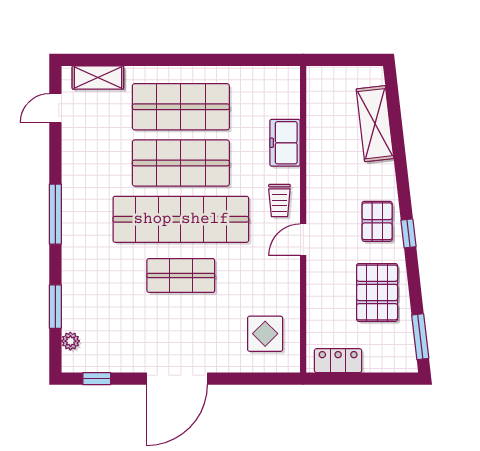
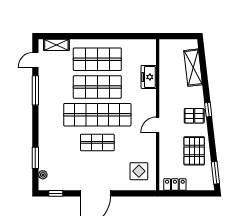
trolley: (279, 201) -> (146, 105), removed
window: (55, 214) -> (35, 90), moved
pallet: (377, 221) -> (194, 116), turned 90
window: (408, 233) -> (208, 110), moved

